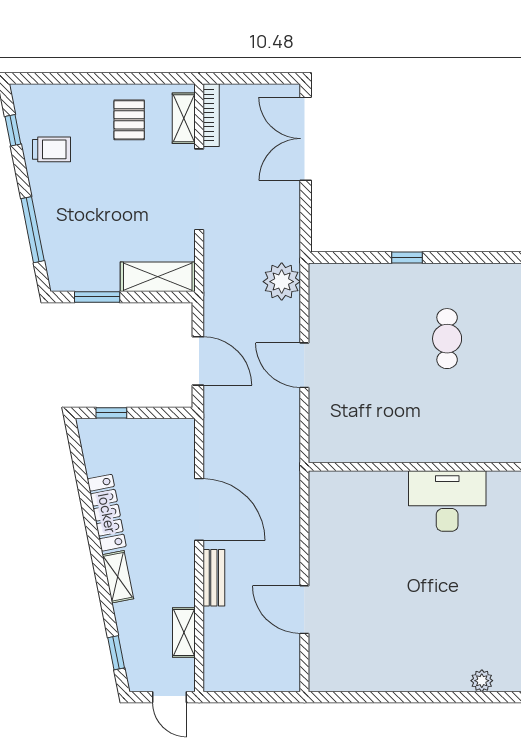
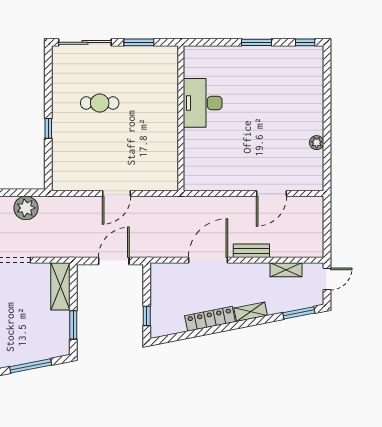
plant: (282, 282) -> (26, 208), moved
window: (116, 653) -> (299, 313), width x1.50
plant: (482, 681) -> (317, 143), moved

